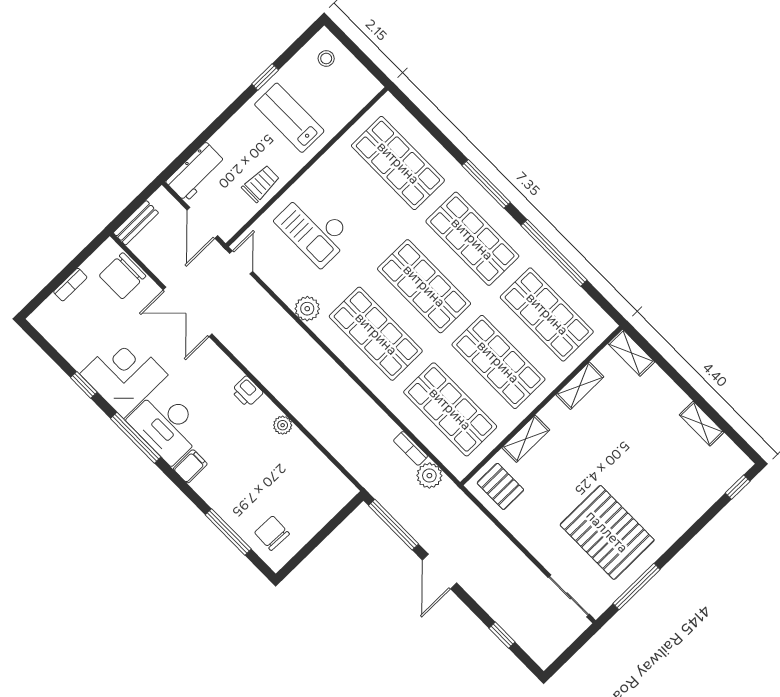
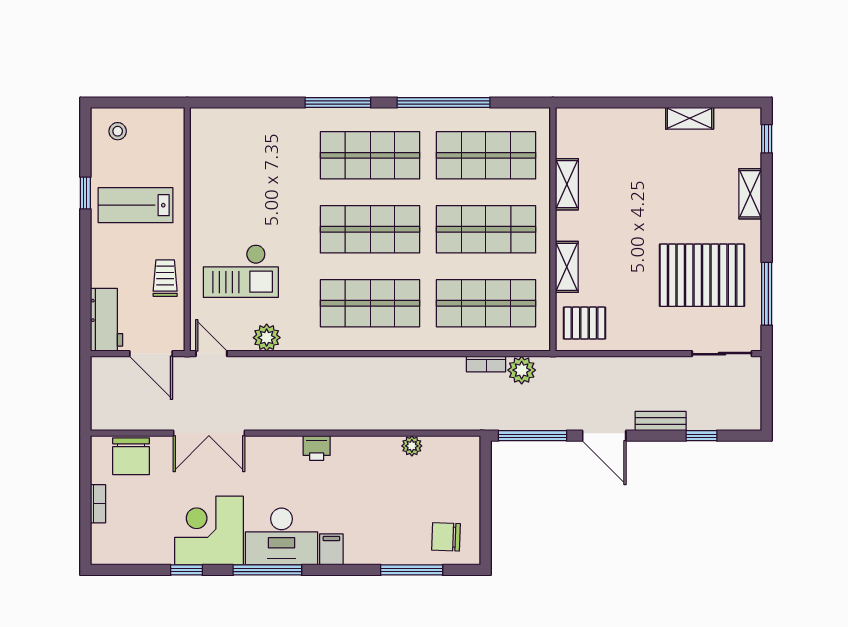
shop shelf: (398, 163) -> (254, 155), removed
bench: (136, 223) -> (661, 421), moved, turned 90
plant: (307, 309) -> (267, 338), moved
shelving: (631, 353) -> (750, 194), moved, turned 90
plant: (283, 425) -> (412, 446), moved

